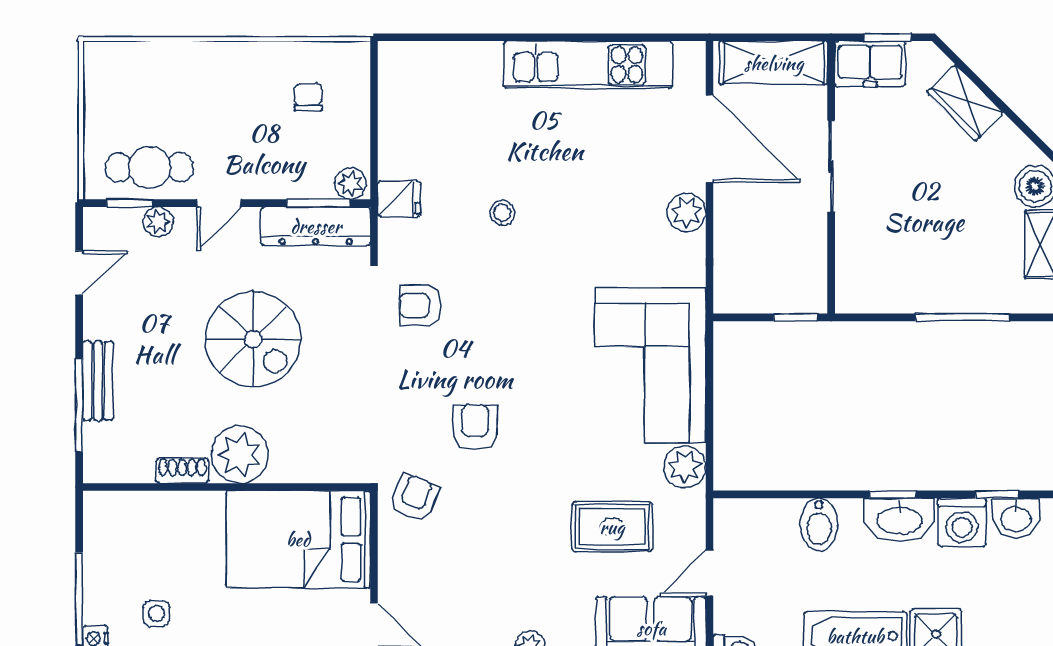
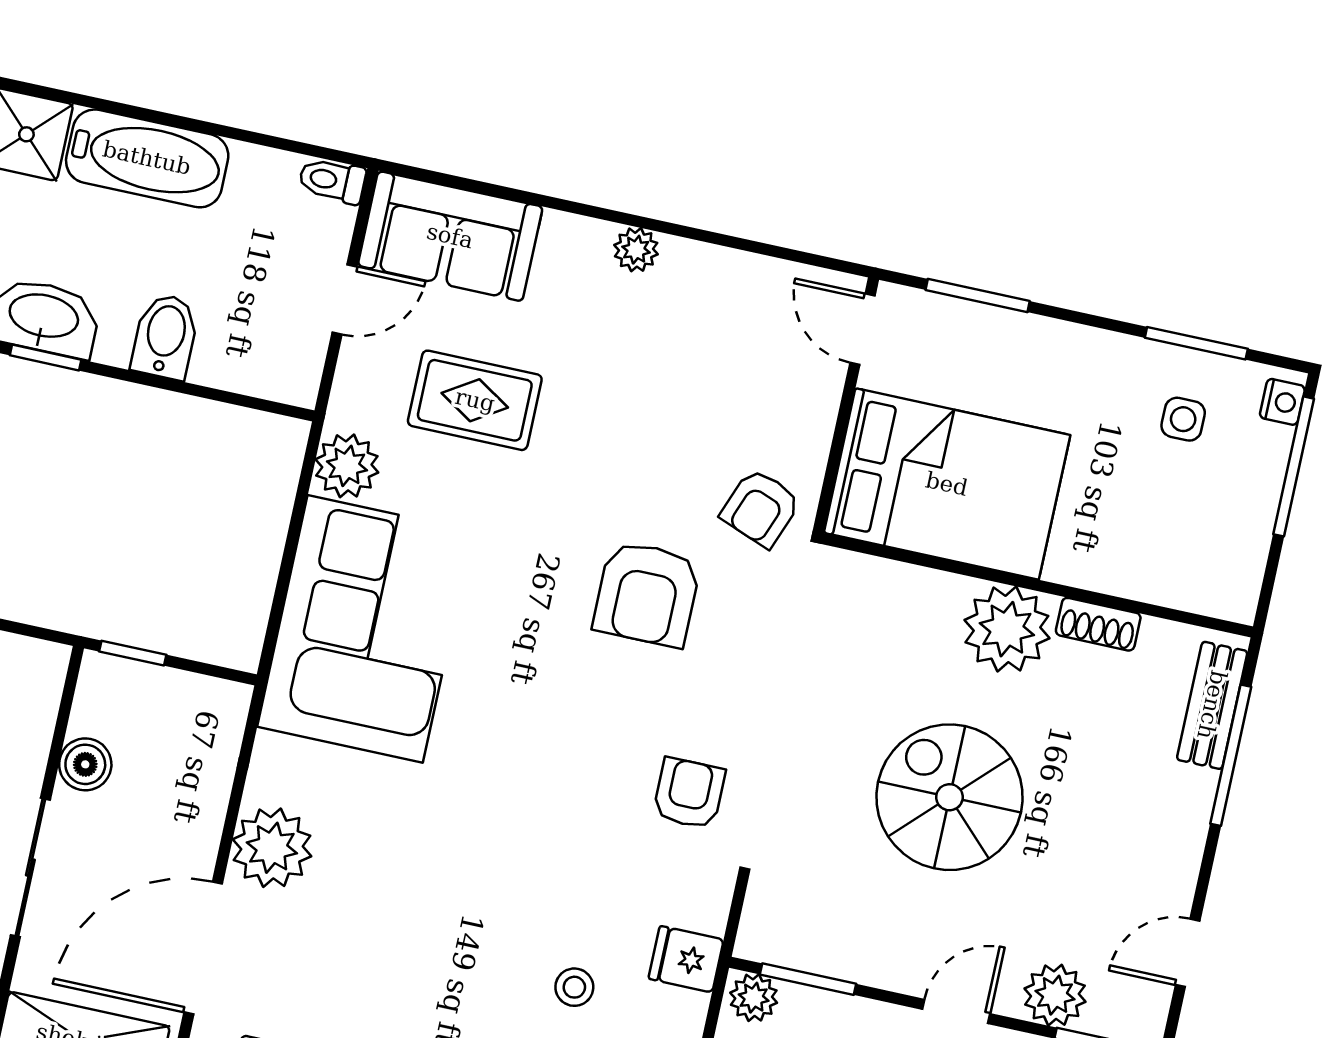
door: (709, 139) -> (203, 948), hinge flipped
plant: (686, 212) -> (272, 848), width x1.36, depth x1.36
stool: (502, 213) -> (574, 987), moved
plant: (158, 222) -> (1055, 995), width x1.38, depth x1.38
dresser: (316, 226) -> (820, 945), removed
boiler: (810, 240) -> (85, 764), added
armchair: (420, 305) -> (689, 793), turned -90
bench: (98, 381) -> (1212, 705), moved
armchair: (475, 427) -> (647, 594), width x1.38, depth x1.38

